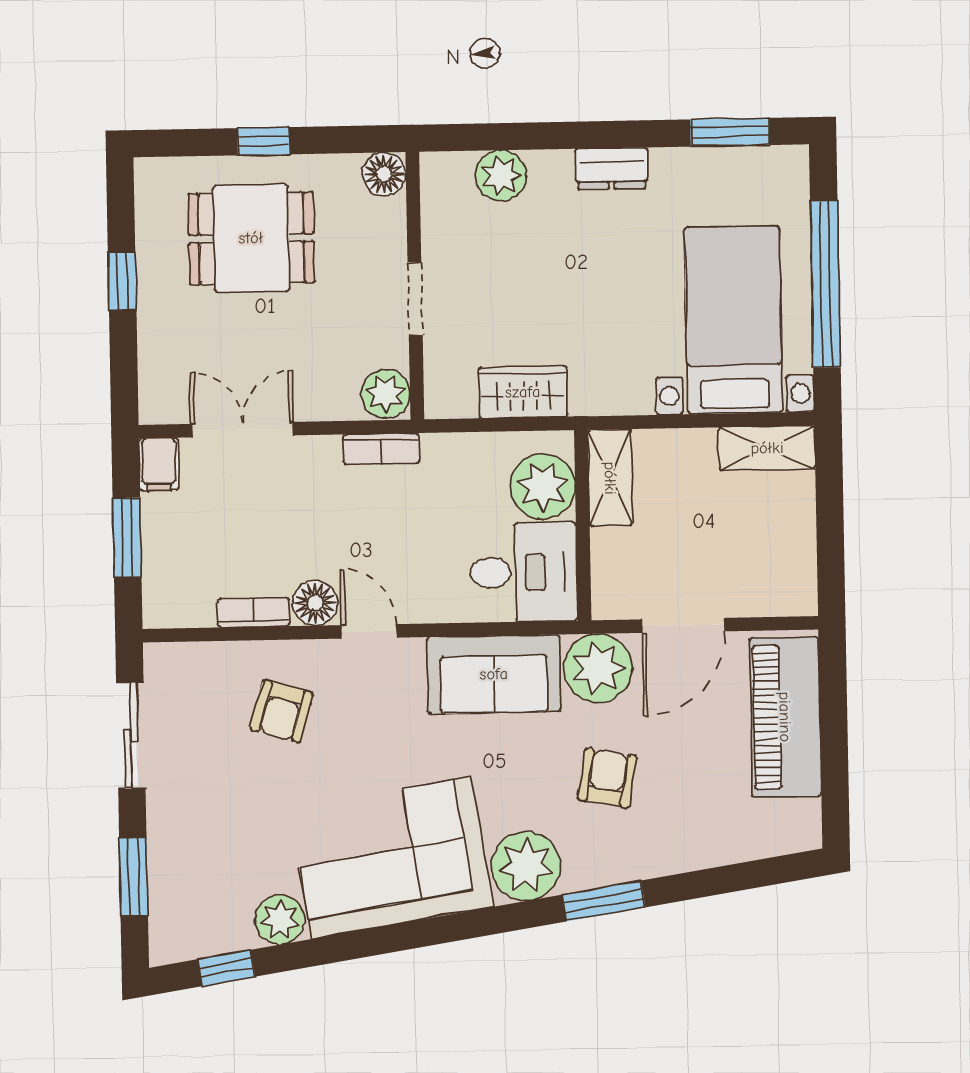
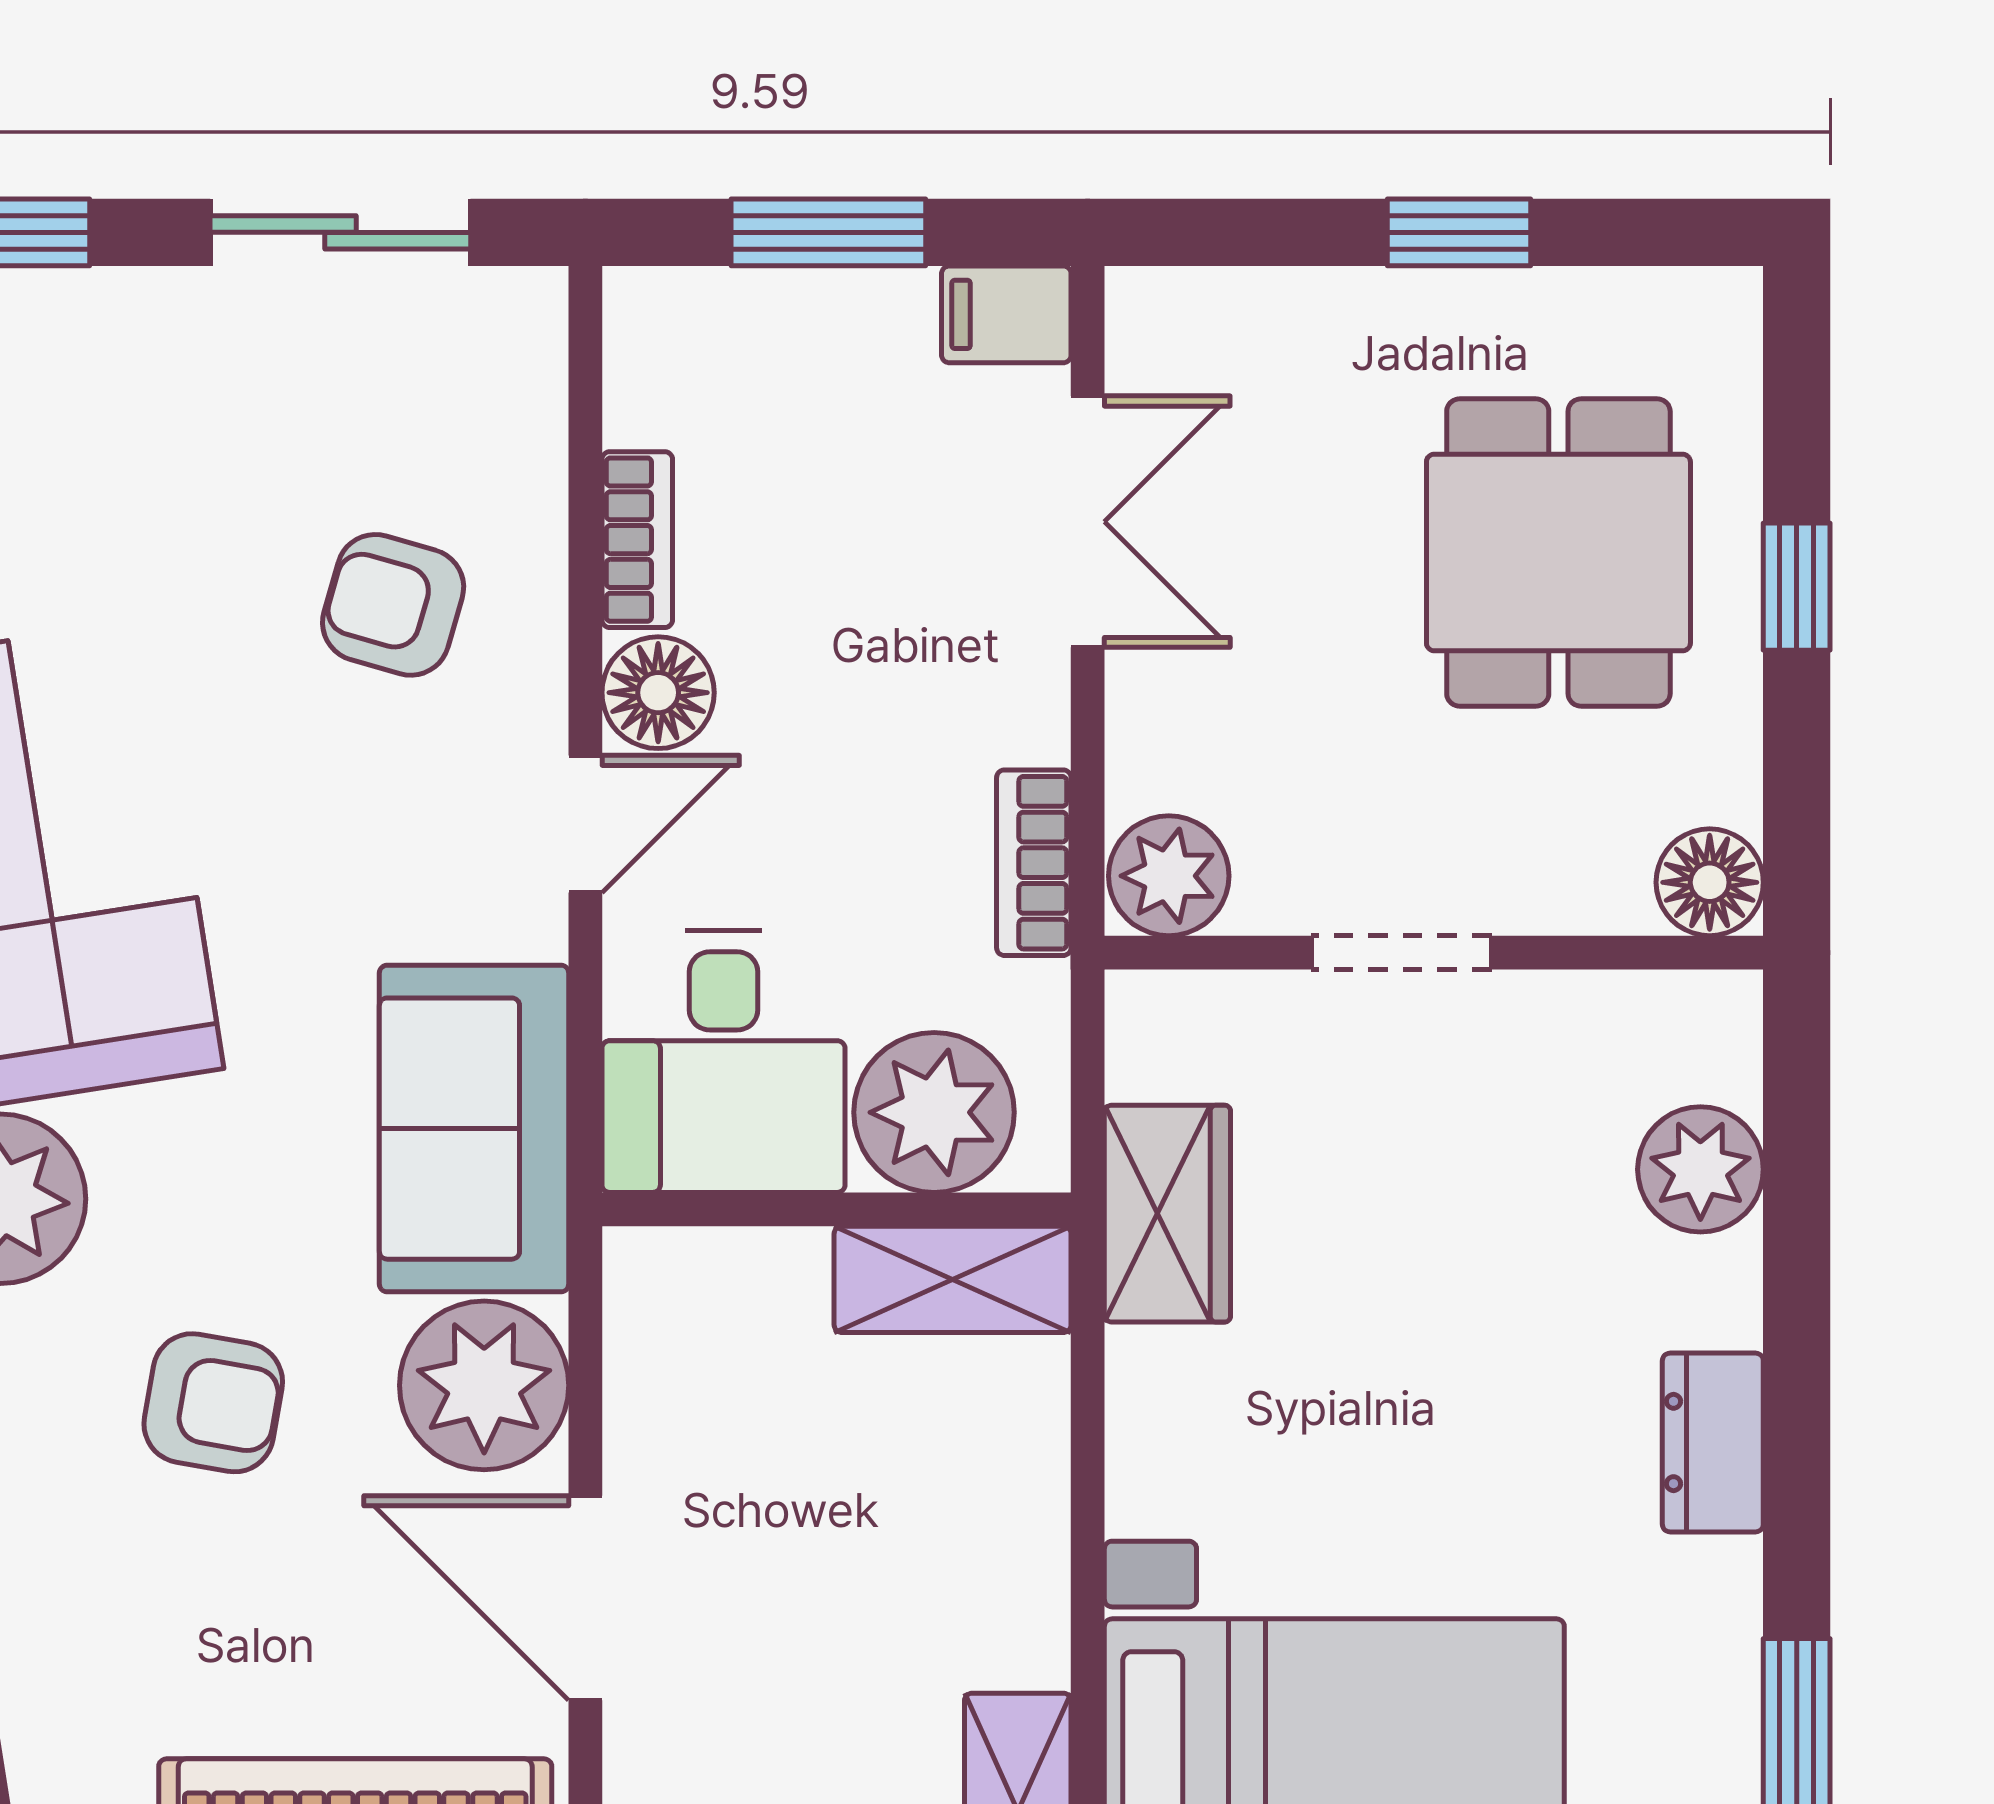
shelving: (610, 478) -> (953, 1279), moved
plant: (543, 486) -> (934, 1112), moved
wall: (583, 525) -> (837, 1209), moved
desk: (524, 572) -> (724, 1062), moved

